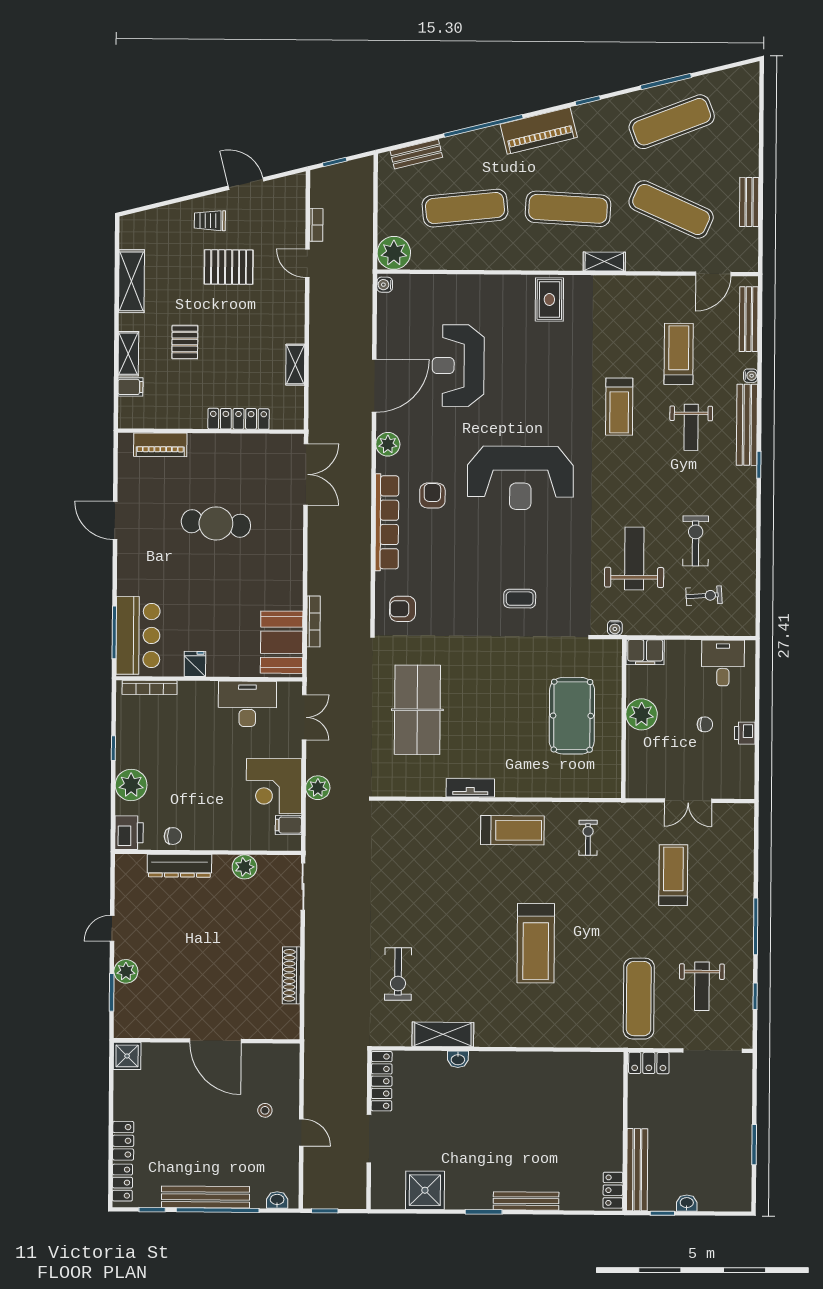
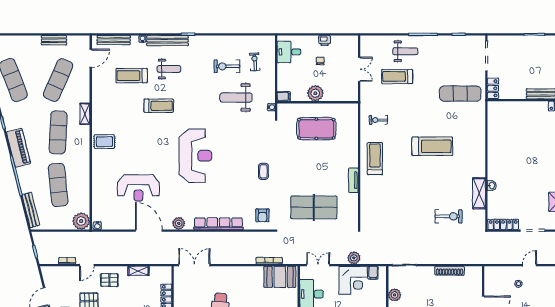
bench: (416, 154) -> (31, 210), width x1.36
door: (713, 274) -> (91, 58), hinge flipped
pallet: (278, 307) -> (109, 280), added
armchair: (432, 496) -> (205, 201), removed
coffee table: (520, 599) -> (263, 171), moved
filing cabinet: (645, 652) -> (284, 96), width x0.50
weight bench: (702, 986) -> (405, 51), moved

